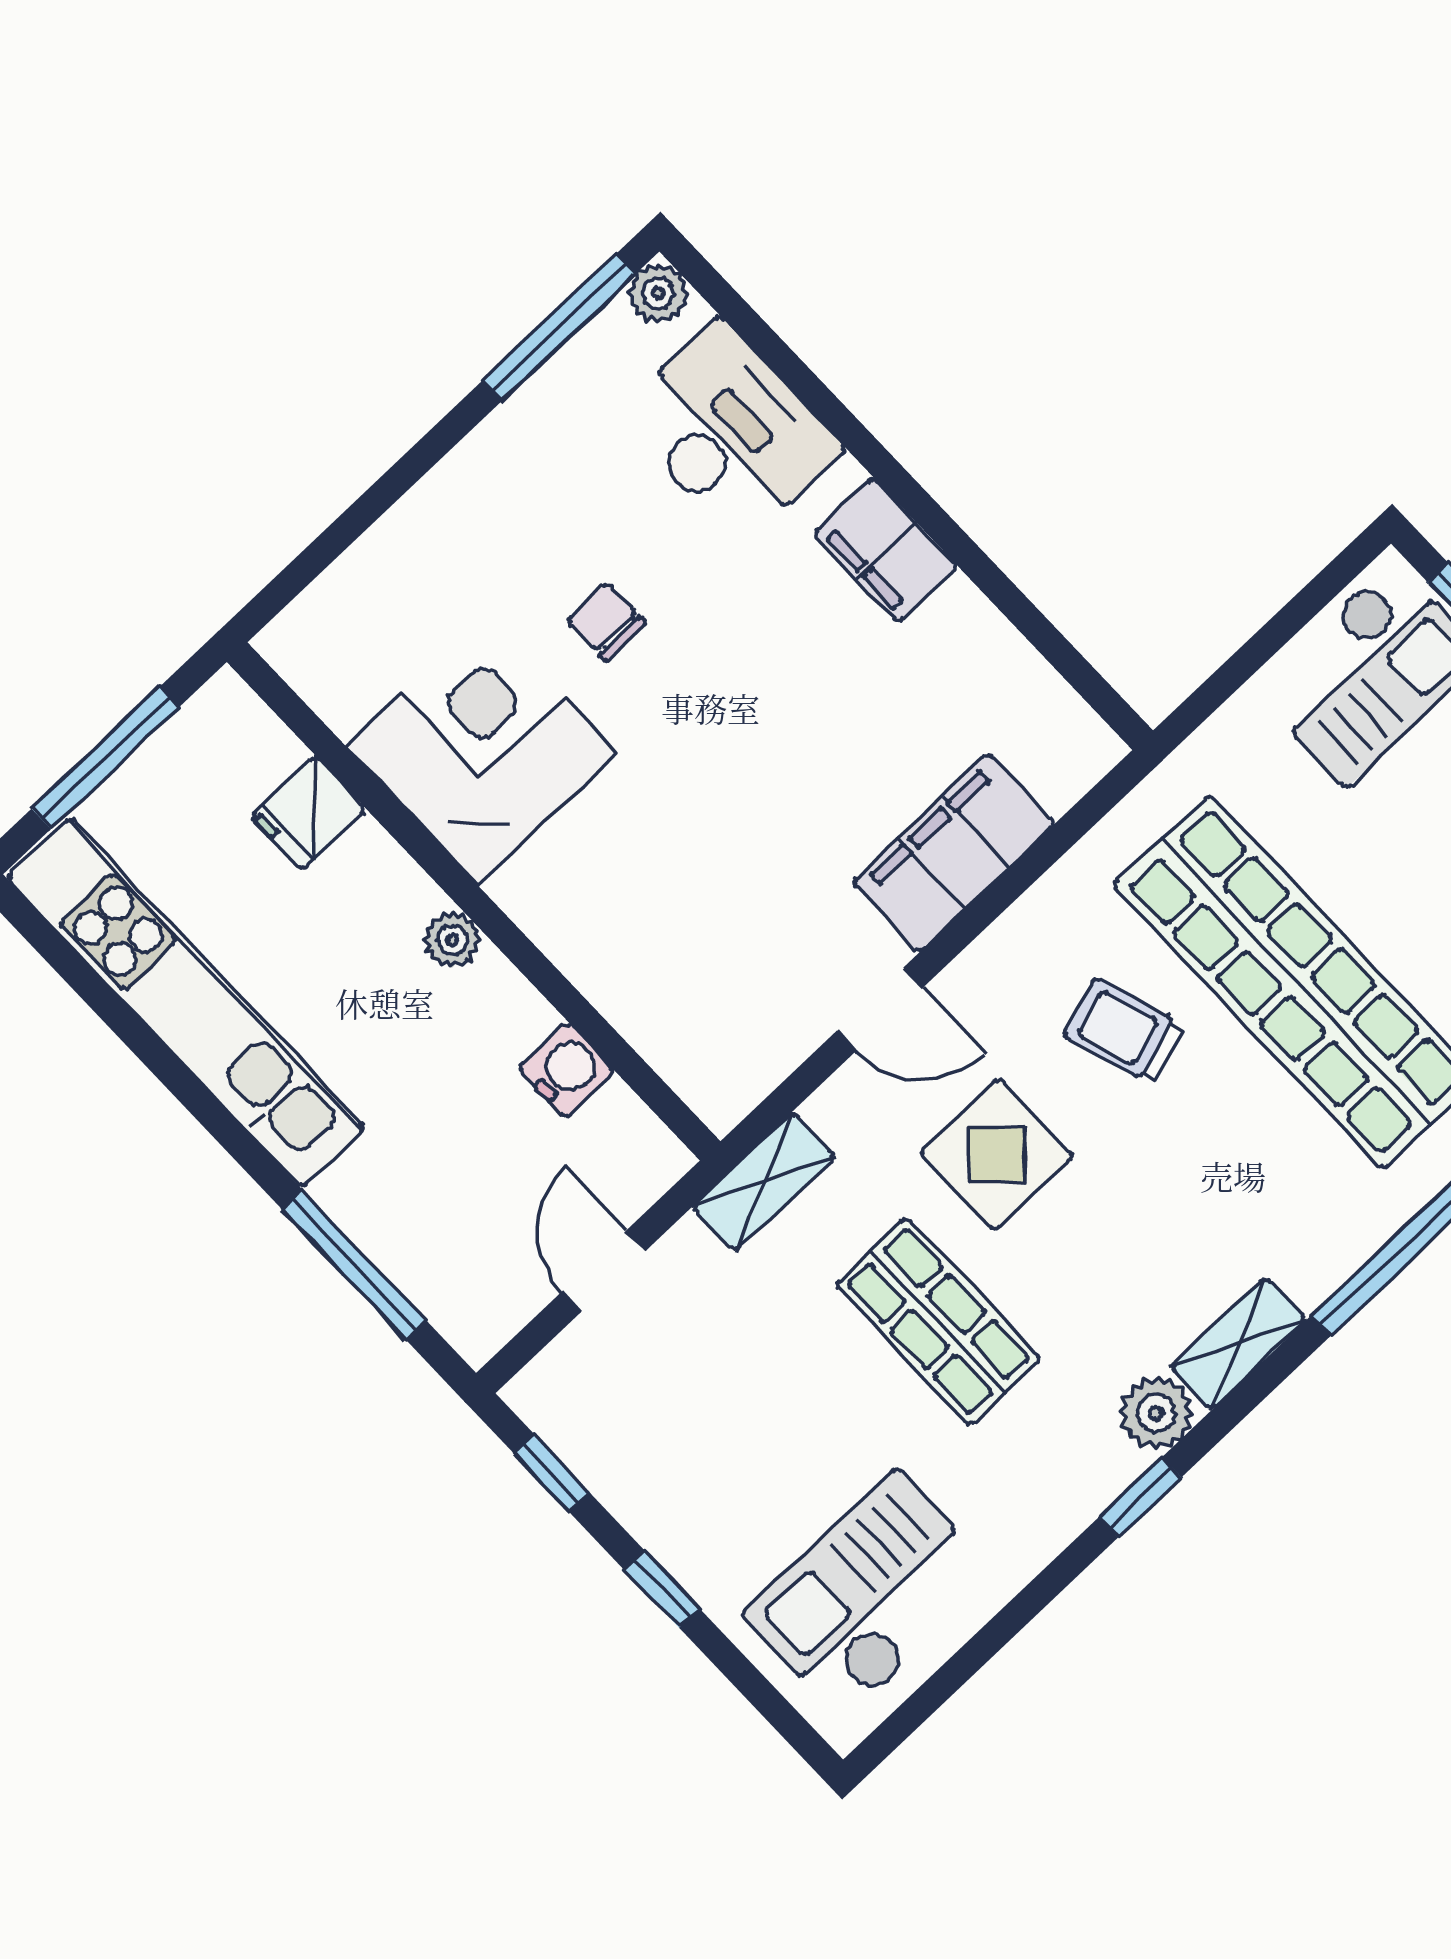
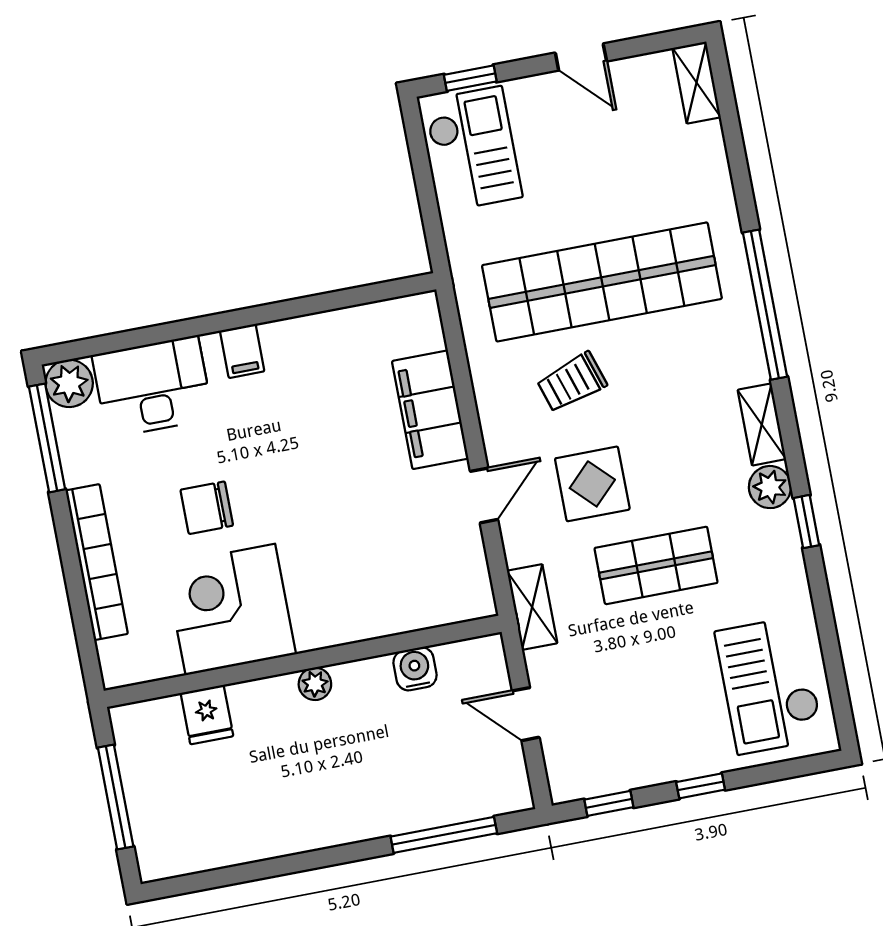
plant: (658, 293) -> (69, 383), width x1.38, depth x1.38
bookcase: (426, 514) -> (97, 562), added
filing cabinet: (886, 550) -> (242, 351), width x0.50
chair: (606, 622) -> (207, 508), width x1.37, depth x1.37
kitchen unit: (186, 1003) -> (262, 835), removed

